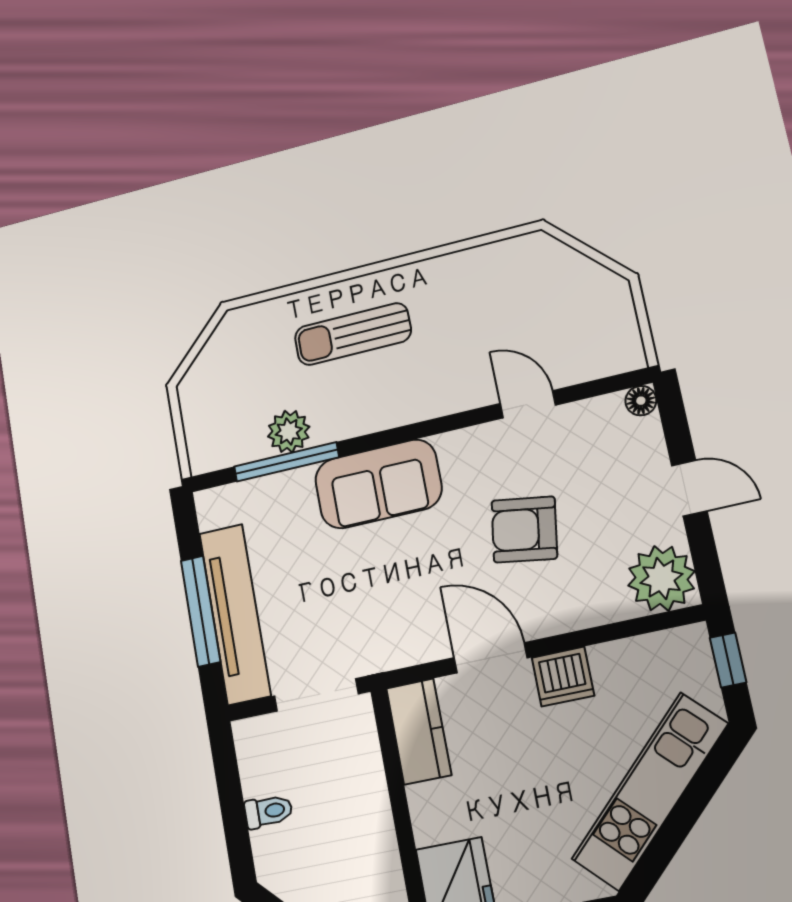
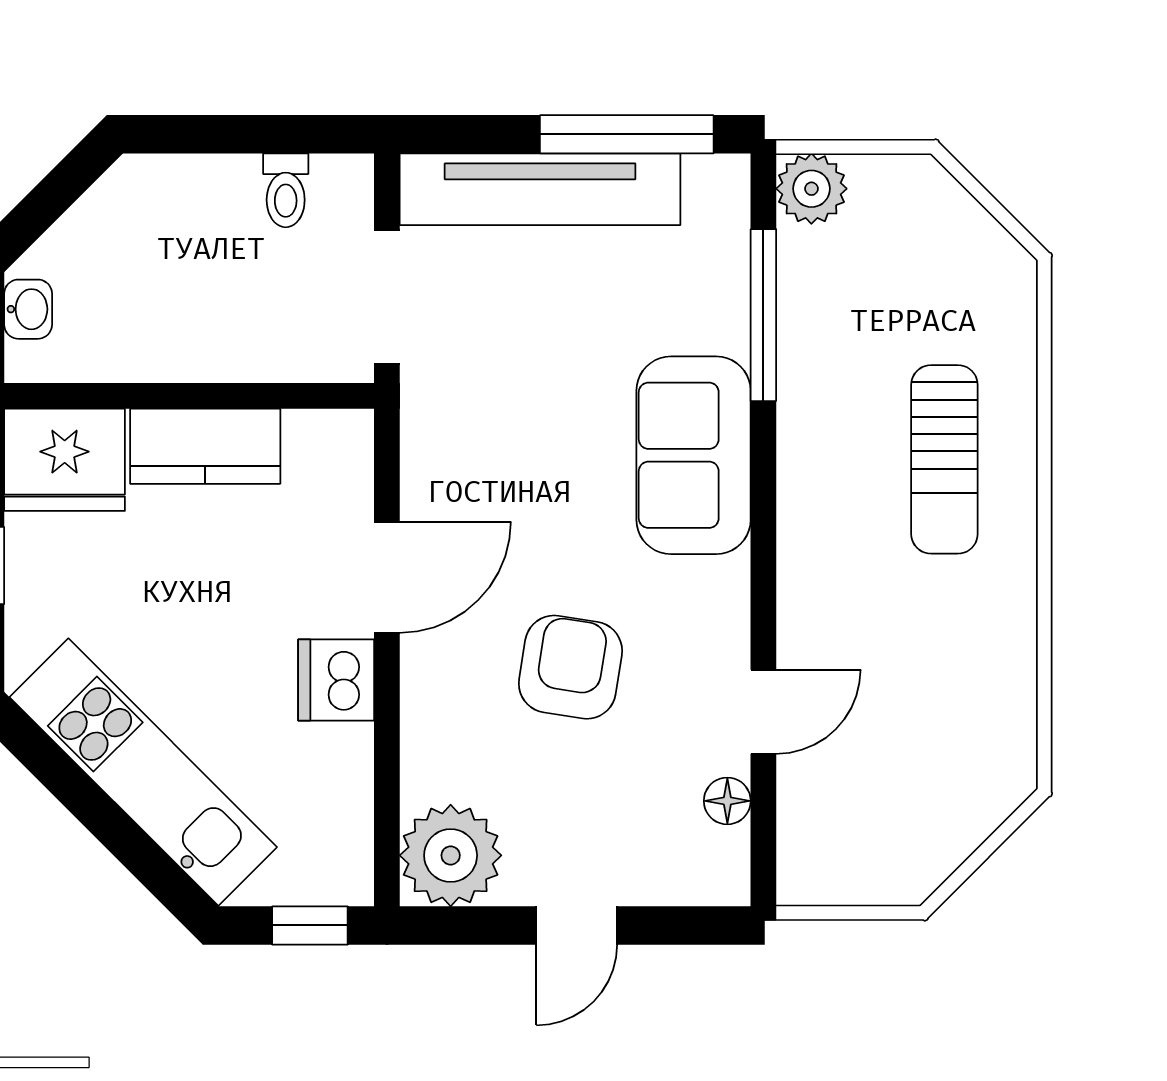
sun lounger: (353, 334) -> (944, 459), turned 180
floor lamp: (641, 401) -> (727, 801), moved
plant: (289, 432) -> (811, 189), moved
window: (201, 611) -> (627, 134), moved
kitchen counter: (419, 731) -> (205, 446), moved
toilet: (268, 811) -> (286, 190), moved

